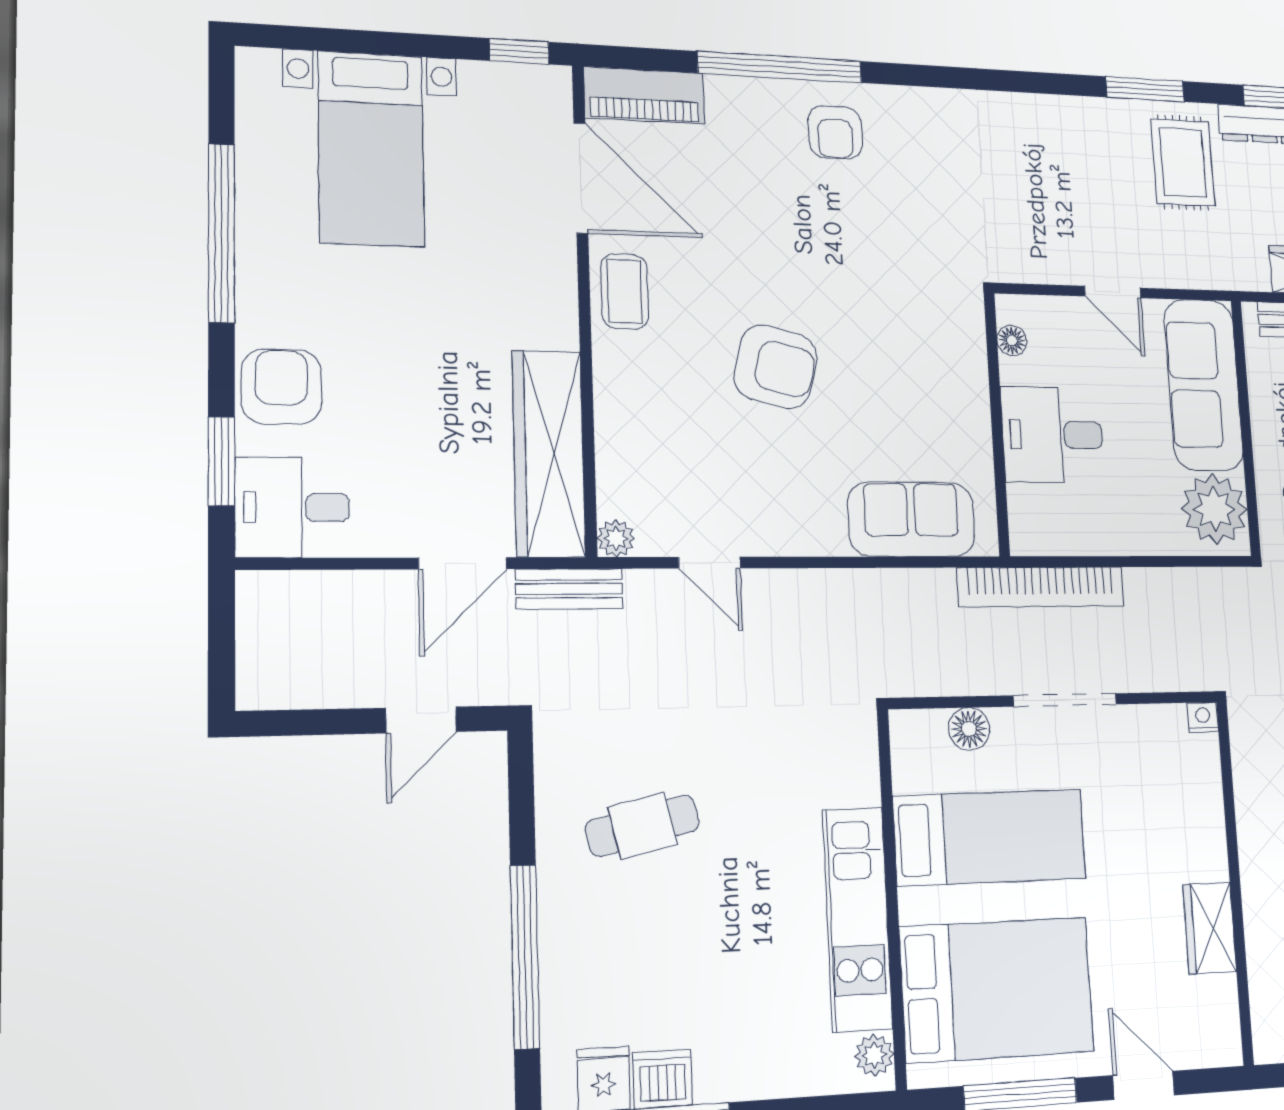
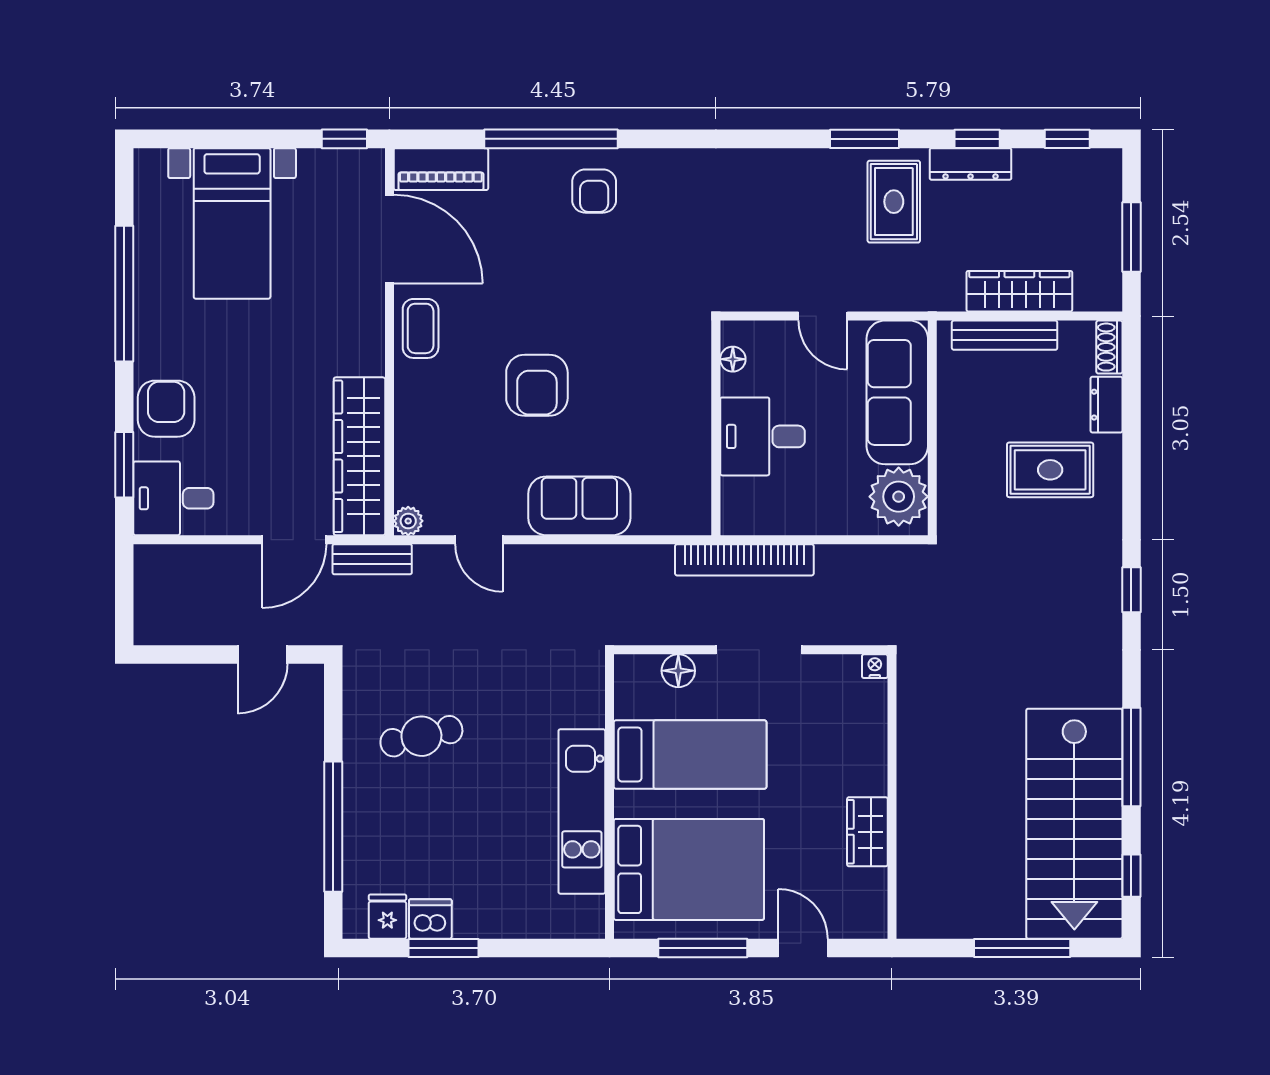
armchair: (776, 367) -> (537, 385), turned 76
sofa: (911, 519) -> (579, 506), moved
plant: (874, 1055) -> (590, 912), removed

